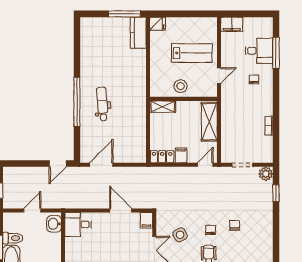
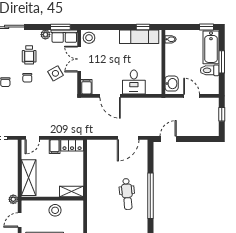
plant: (226, 98) -> (13, 199), added
door: (32, 210) -> (192, 96), swing flipped
desk: (78, 224) -> (134, 82), moved, turned 90

